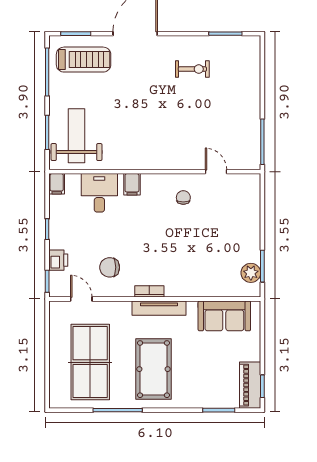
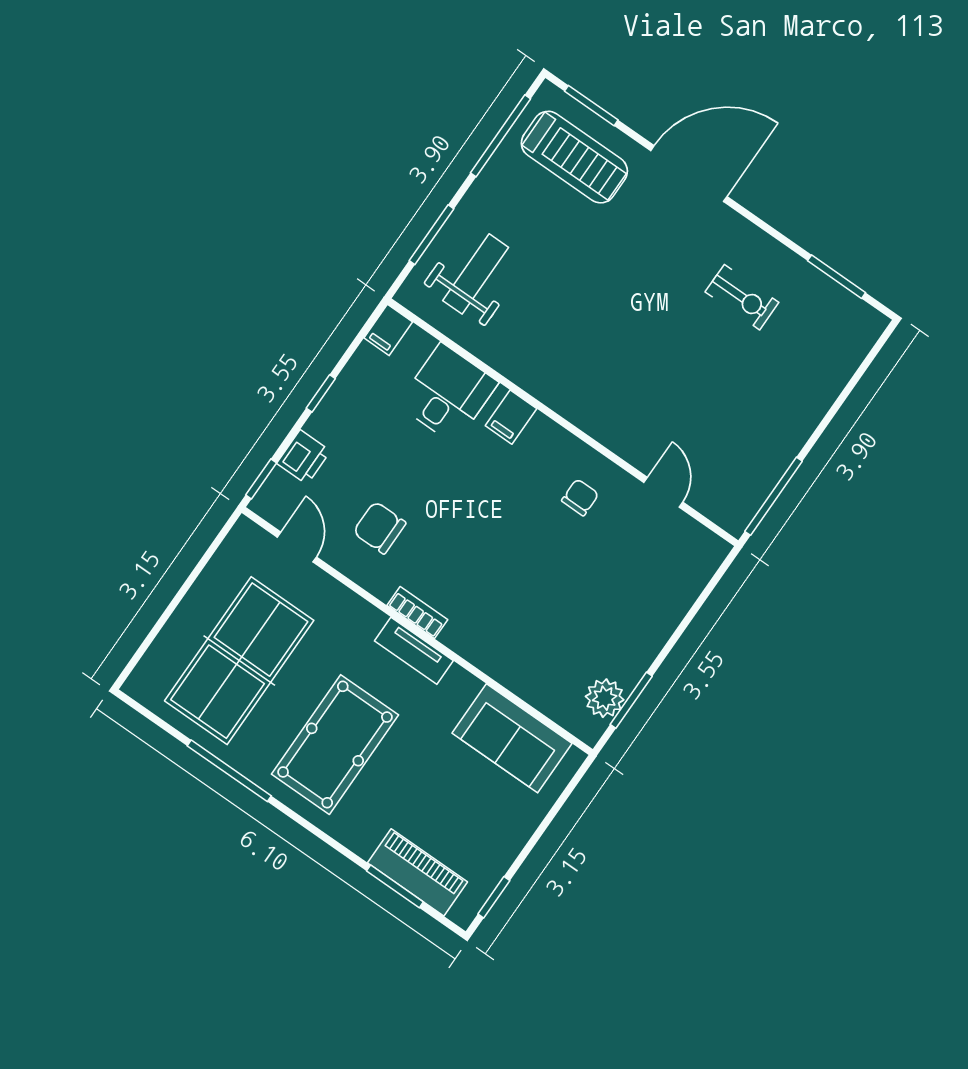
weight bench: (77, 136) -> (476, 274), width x0.73, depth x0.75
tv unit: (159, 308) -> (414, 651), width x0.71
piano: (250, 385) -> (418, 872), moved, turned 90

